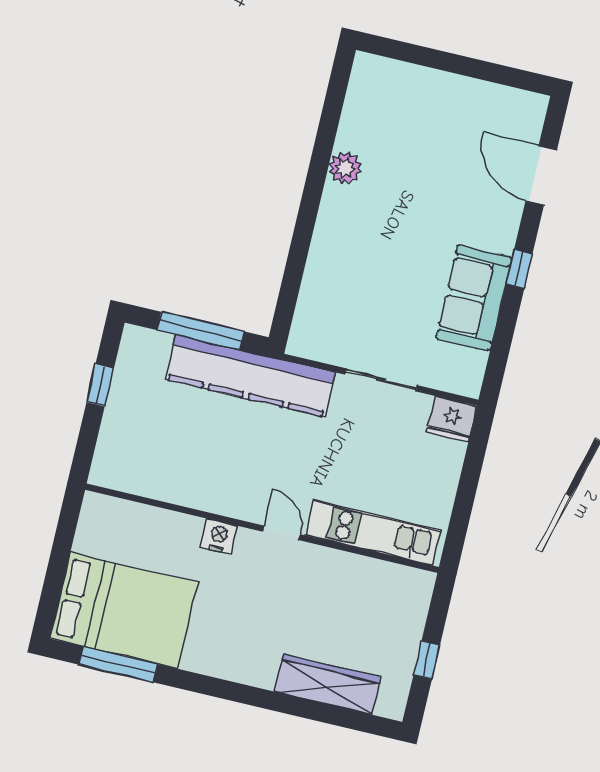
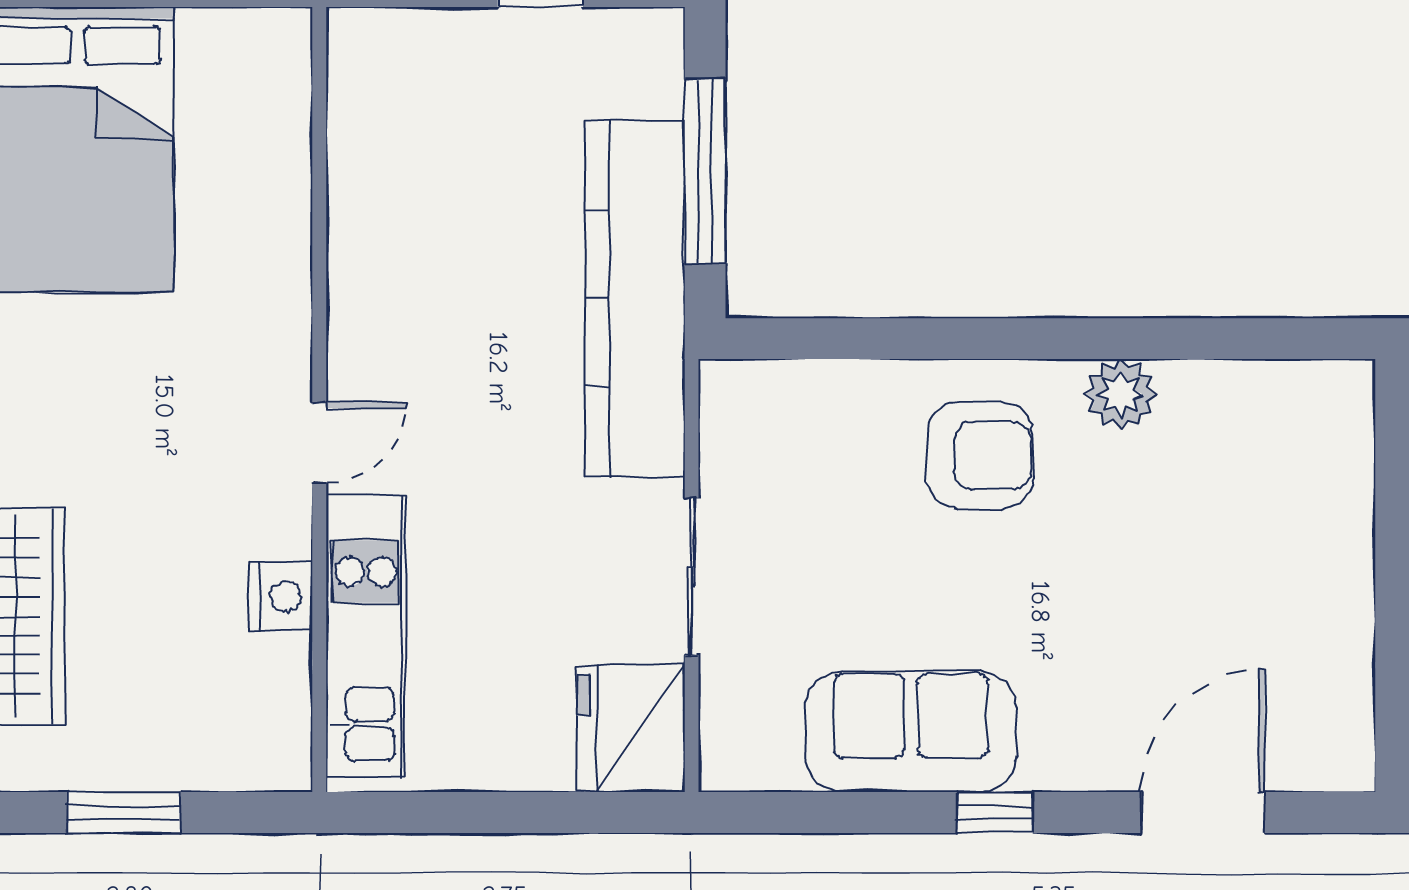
armchair: (357, 238) -> (980, 456), added
fridge: (452, 419) -> (631, 728), width x1.36, depth x1.34
nightstand: (219, 536) -> (281, 596), moved
window: (427, 660) -> (124, 812), width x1.50

